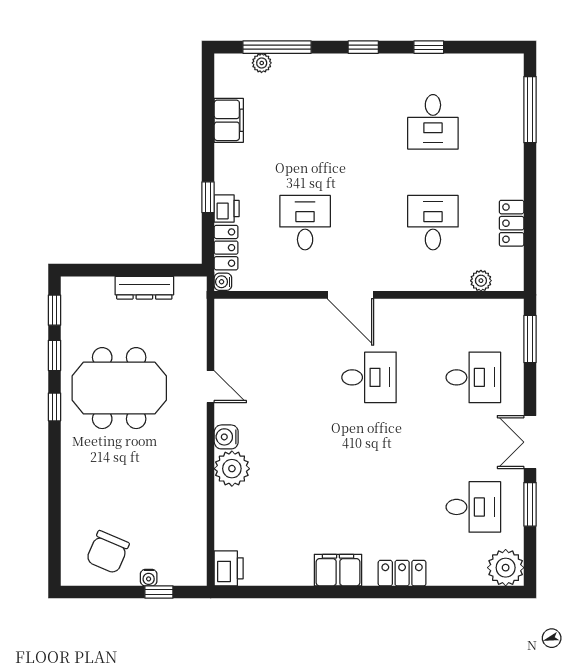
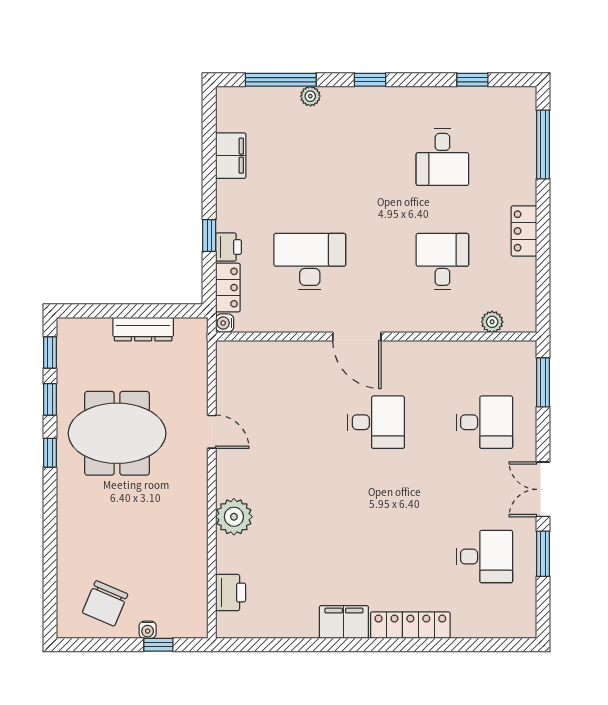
window: (429, 47) -> (472, 80), moved
plant: (262, 63) -> (310, 96), moved
desk: (305, 223) -> (310, 262), width x1.37
locker: (512, 223) -> (524, 231), moved
water cooler: (226, 437) -> (228, 484), removed
printer: (229, 568) -> (231, 593), moved
plant: (506, 568) -> (518, 619), removed
locker: (402, 573) -> (410, 625), width x1.53

